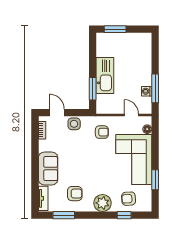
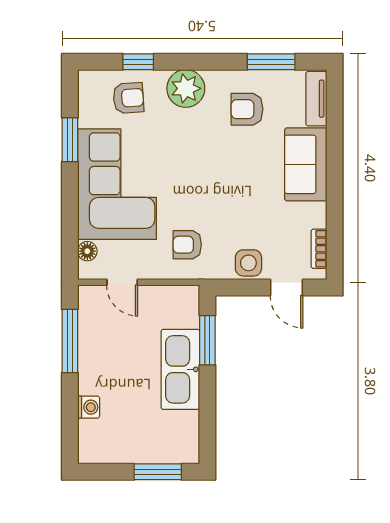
washing machine: (147, 91) -> (89, 407), moved

